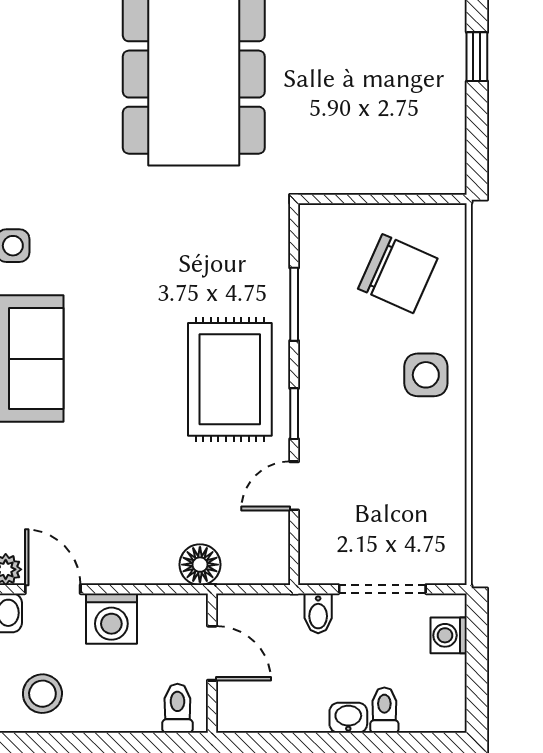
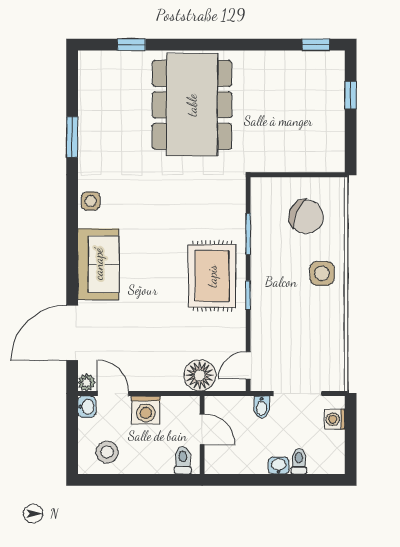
door: (294, 486) -> (248, 365), moved
floor lamp: (200, 565) -> (200, 375), width x1.38, depth x1.38

